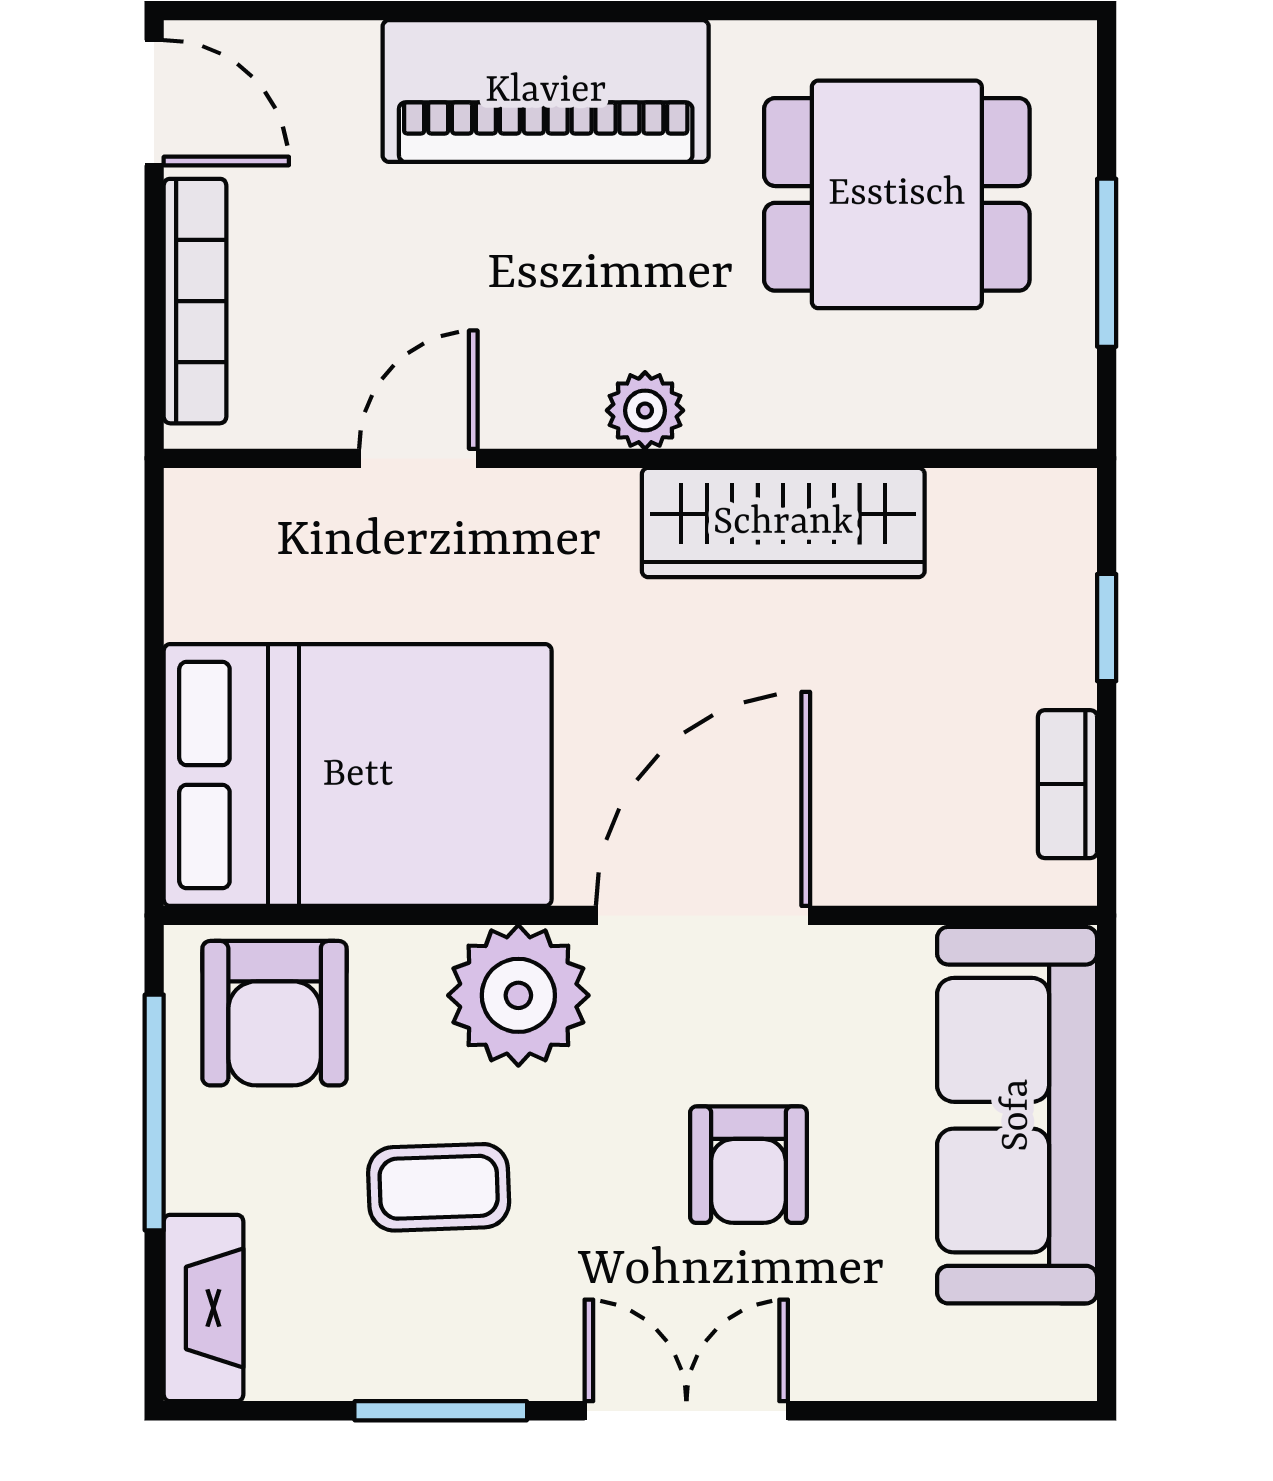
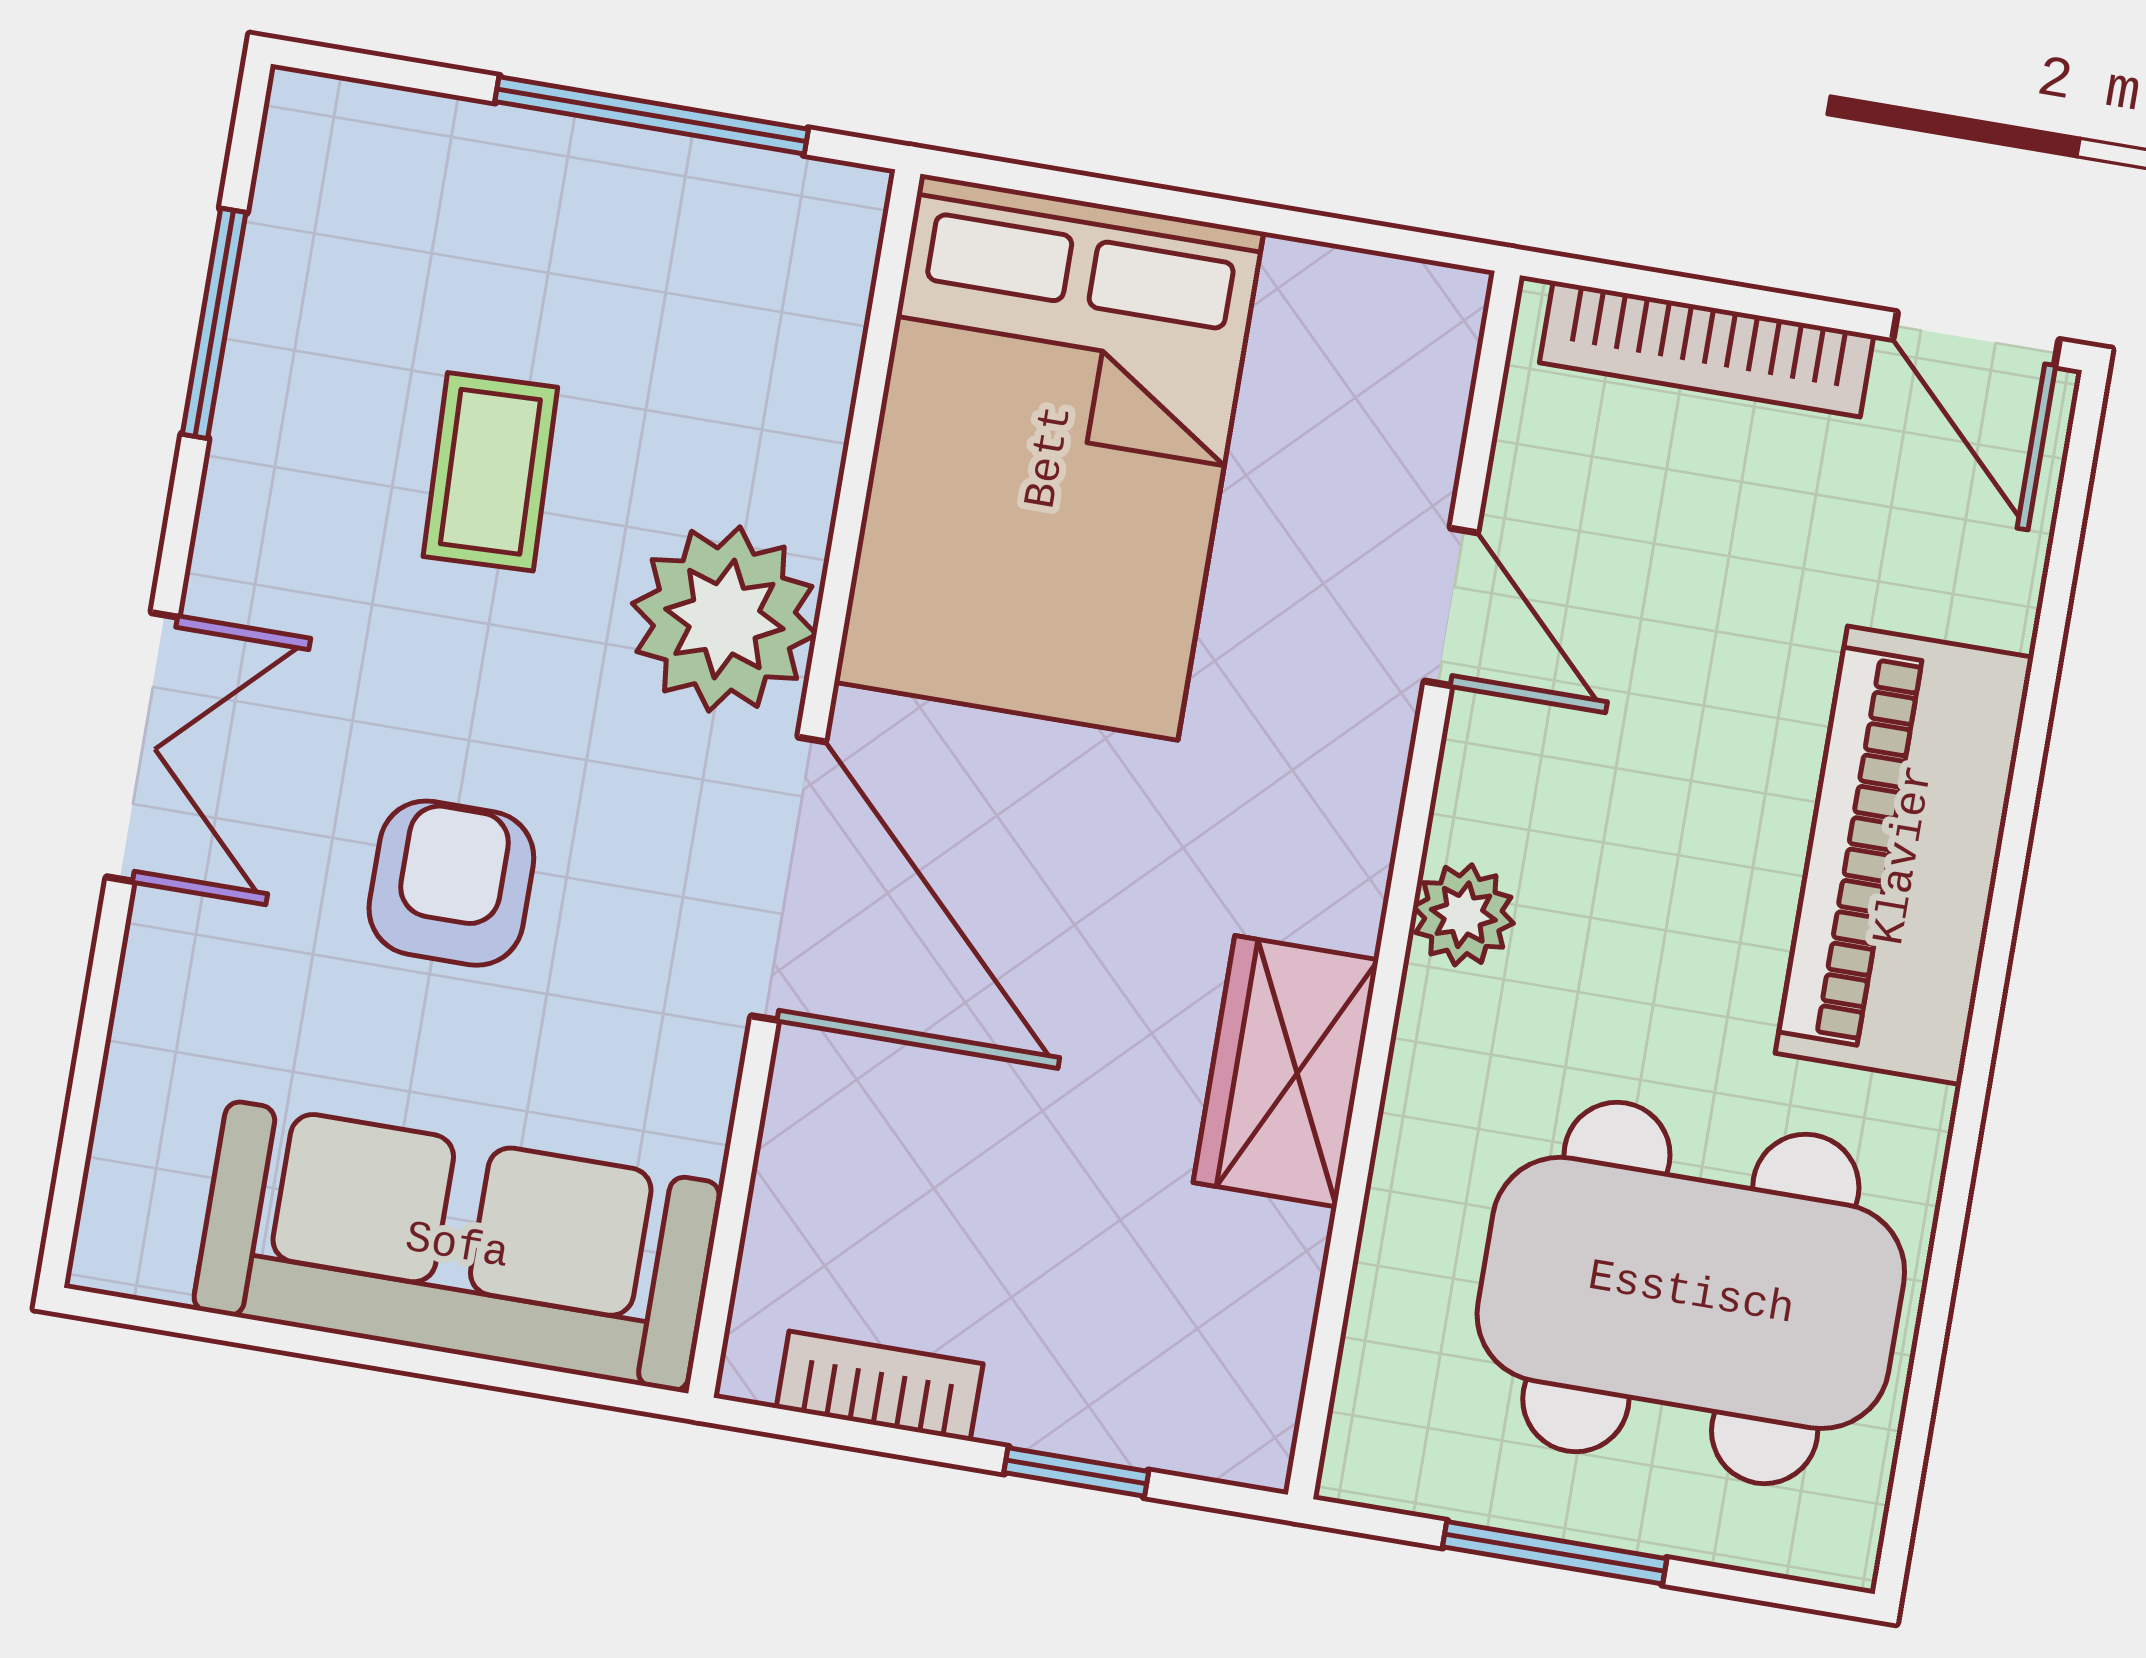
door: (154, 103) -> (1976, 339), hinge flipped
dining table: (897, 194) -> (1691, 1293), width x1.37
wardrobe: (783, 523) -> (1286, 1071), width x0.67
armchair: (275, 1013) -> (755, 295), removed
armchair: (748, 1165) -> (451, 883), turned 90
fireplace: (204, 1308) -> (384, 137), removed
window: (441, 1411) -> (214, 323), moved

